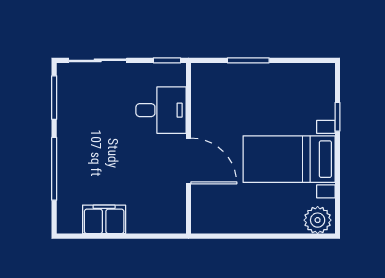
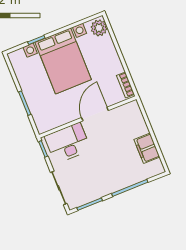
desk: (161, 110) -> (68, 143), width x1.37
bed with nightstands: (289, 159) -> (63, 61), width x1.36
bookcase: (214, 226) -> (126, 85), added

